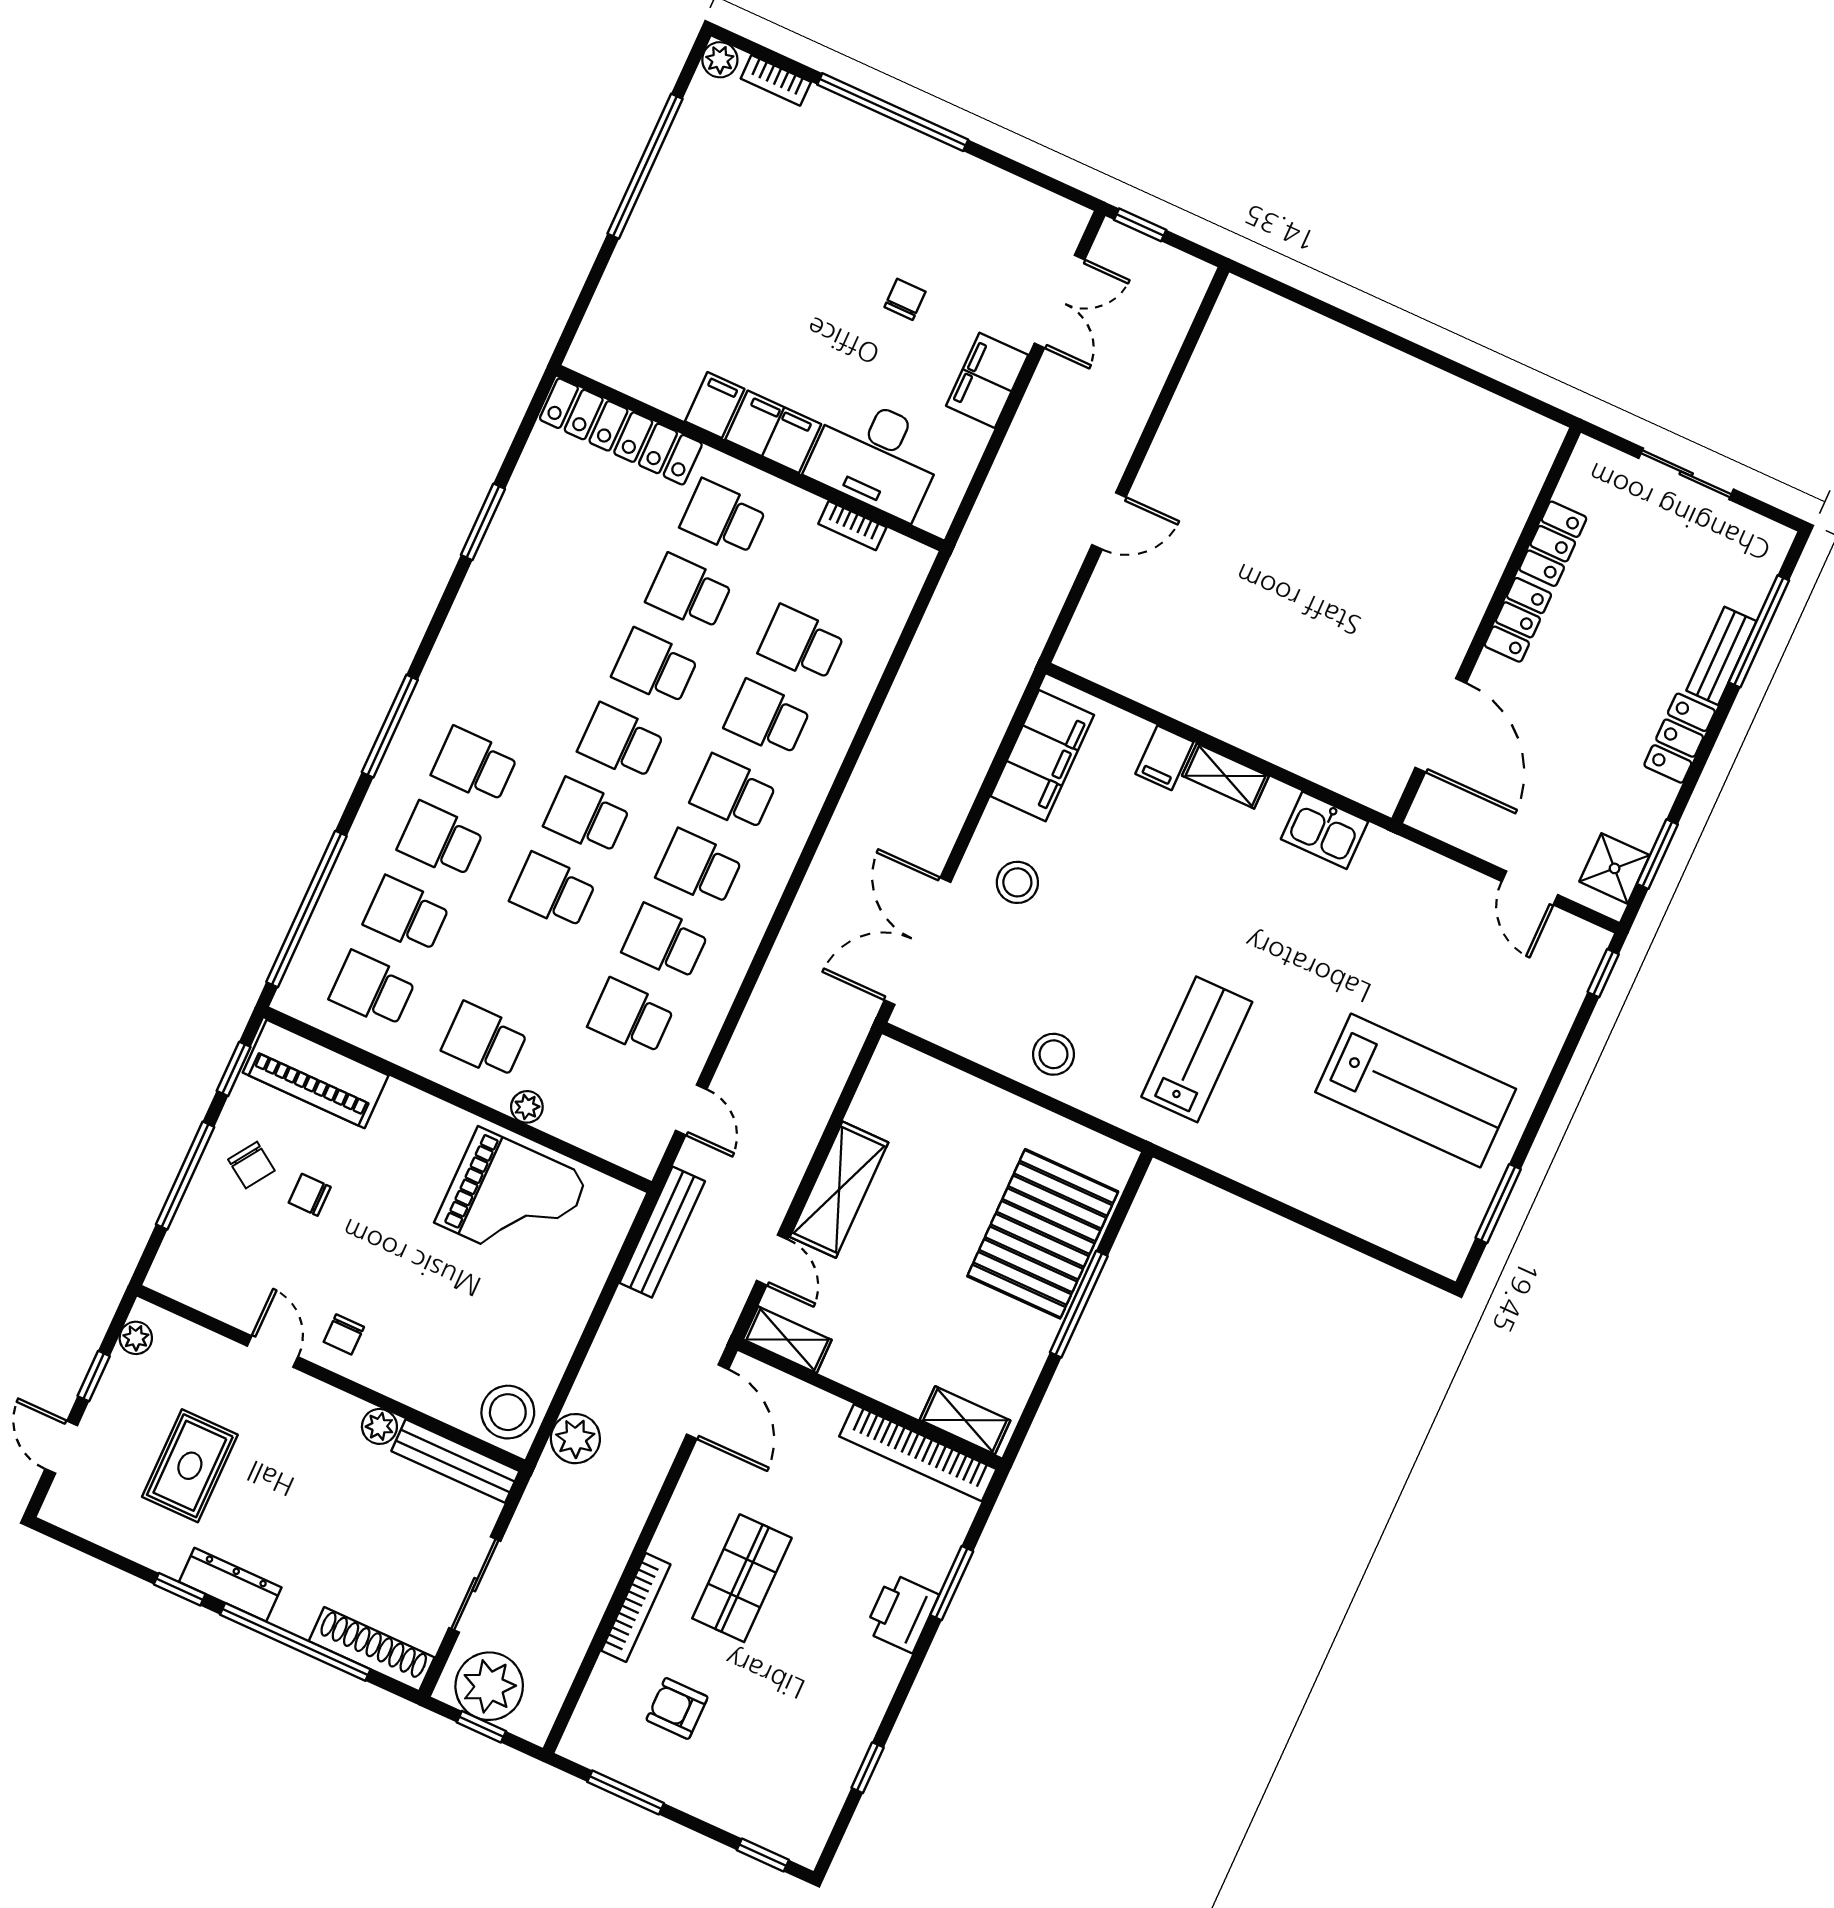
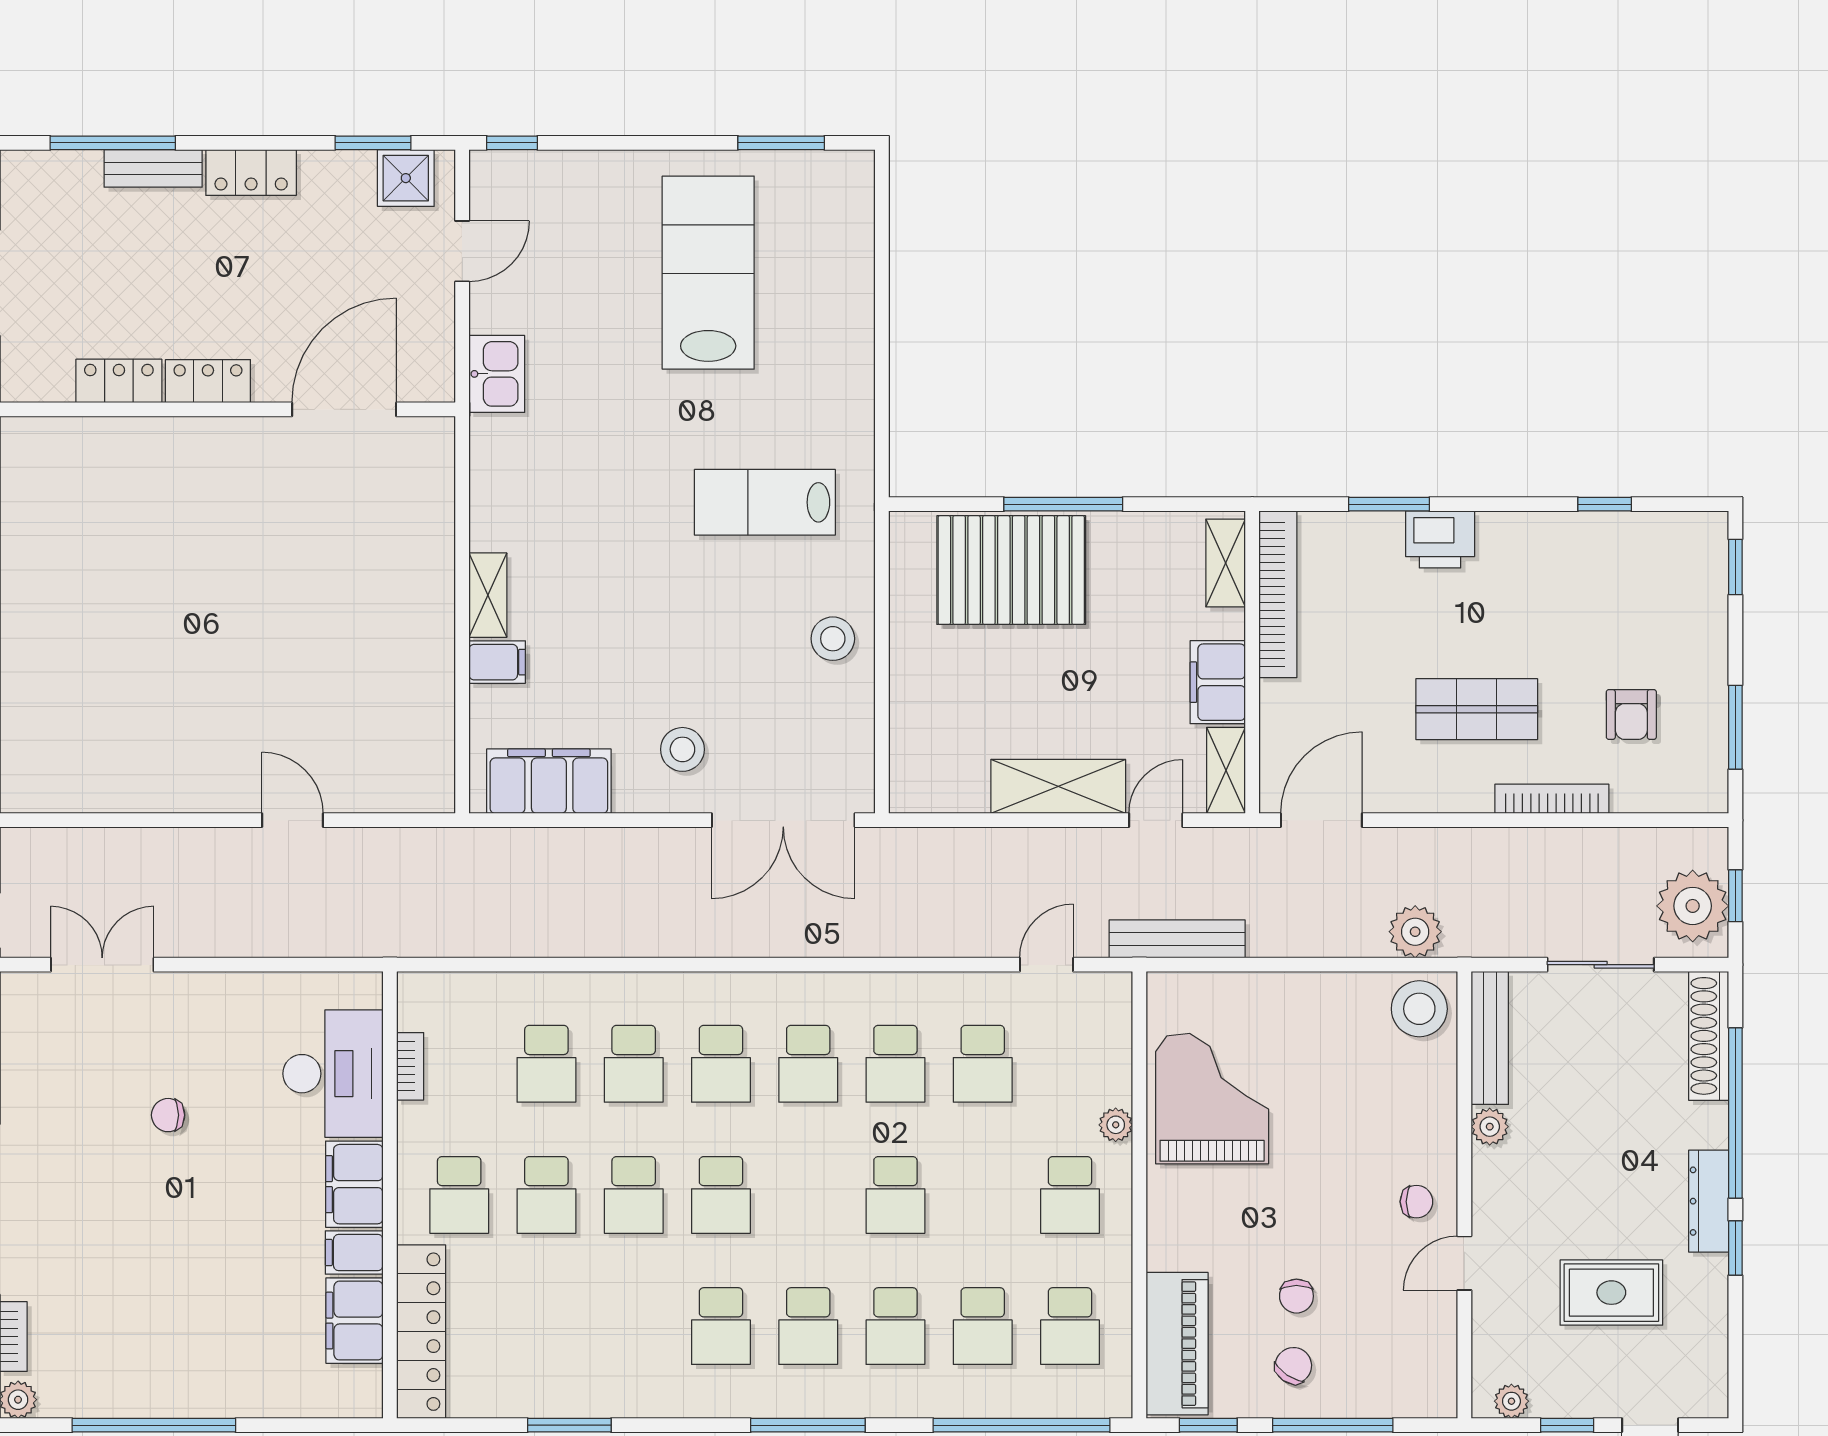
filing cabinet: (987, 380) -> (355, 1321), moved, turned 90
school desk: (587, 816) -> (721, 1326), moved
kitchen sink: (1325, 830) -> (497, 374), moved
filing cabinet: (866, 1367) -> (1218, 682), added

